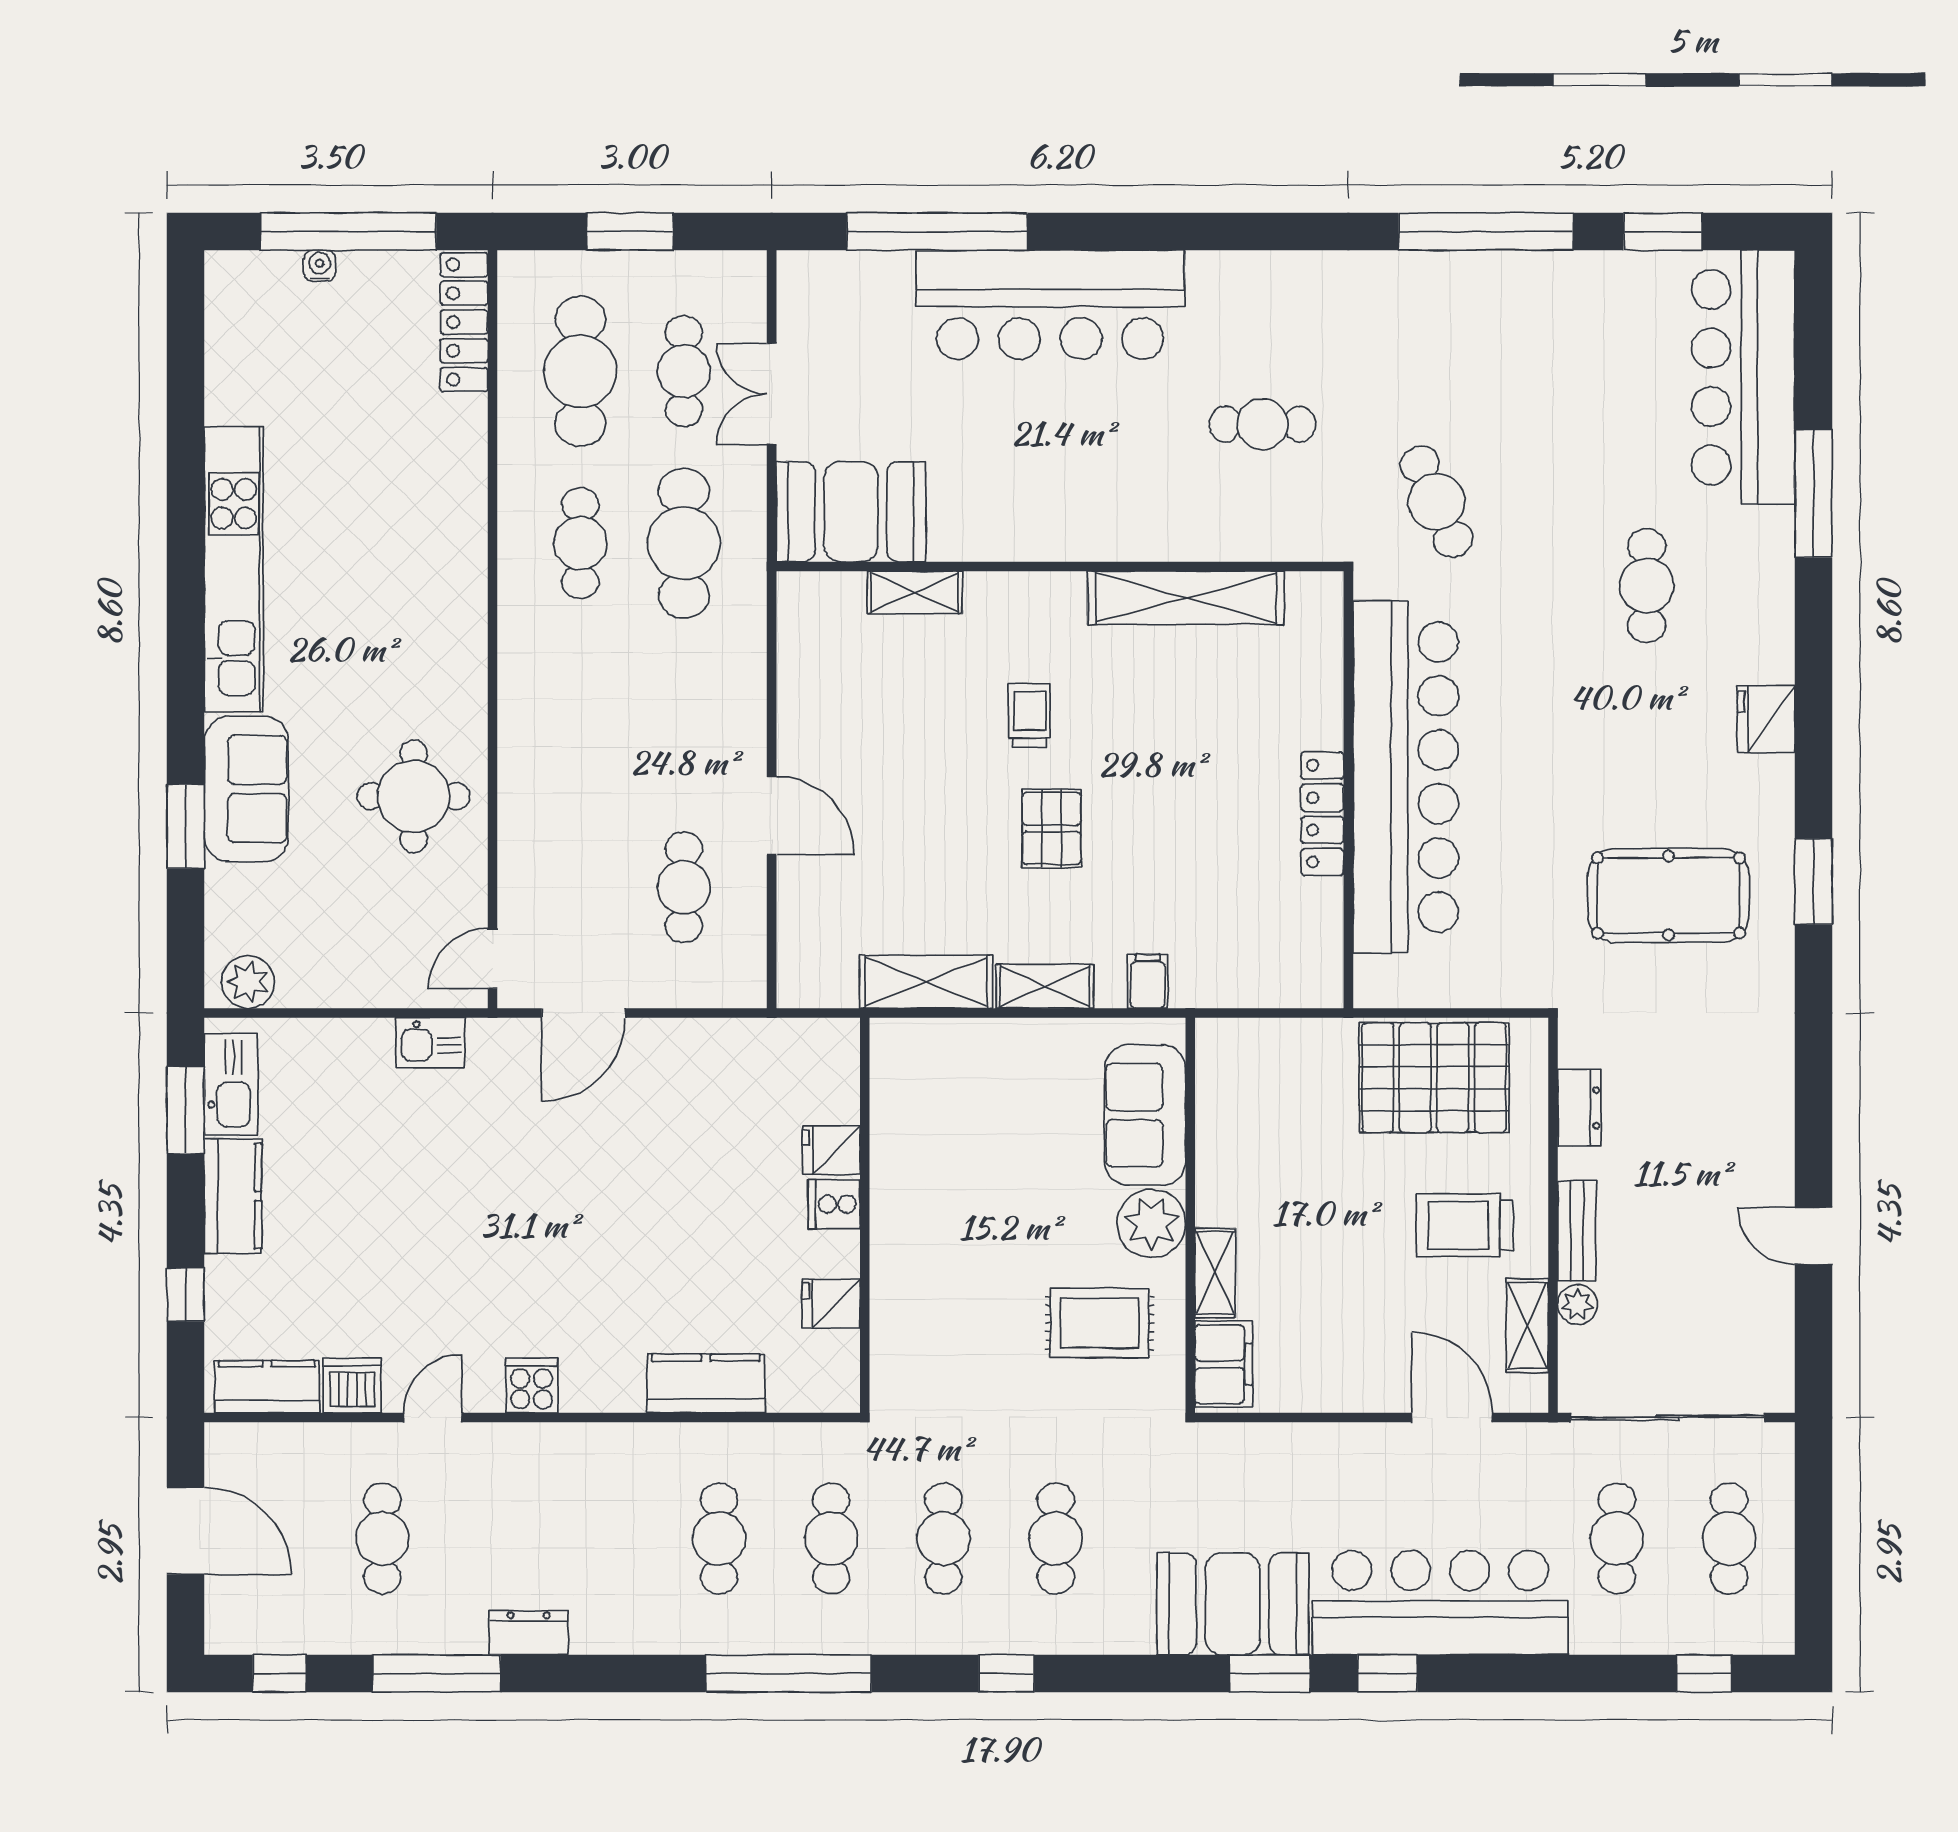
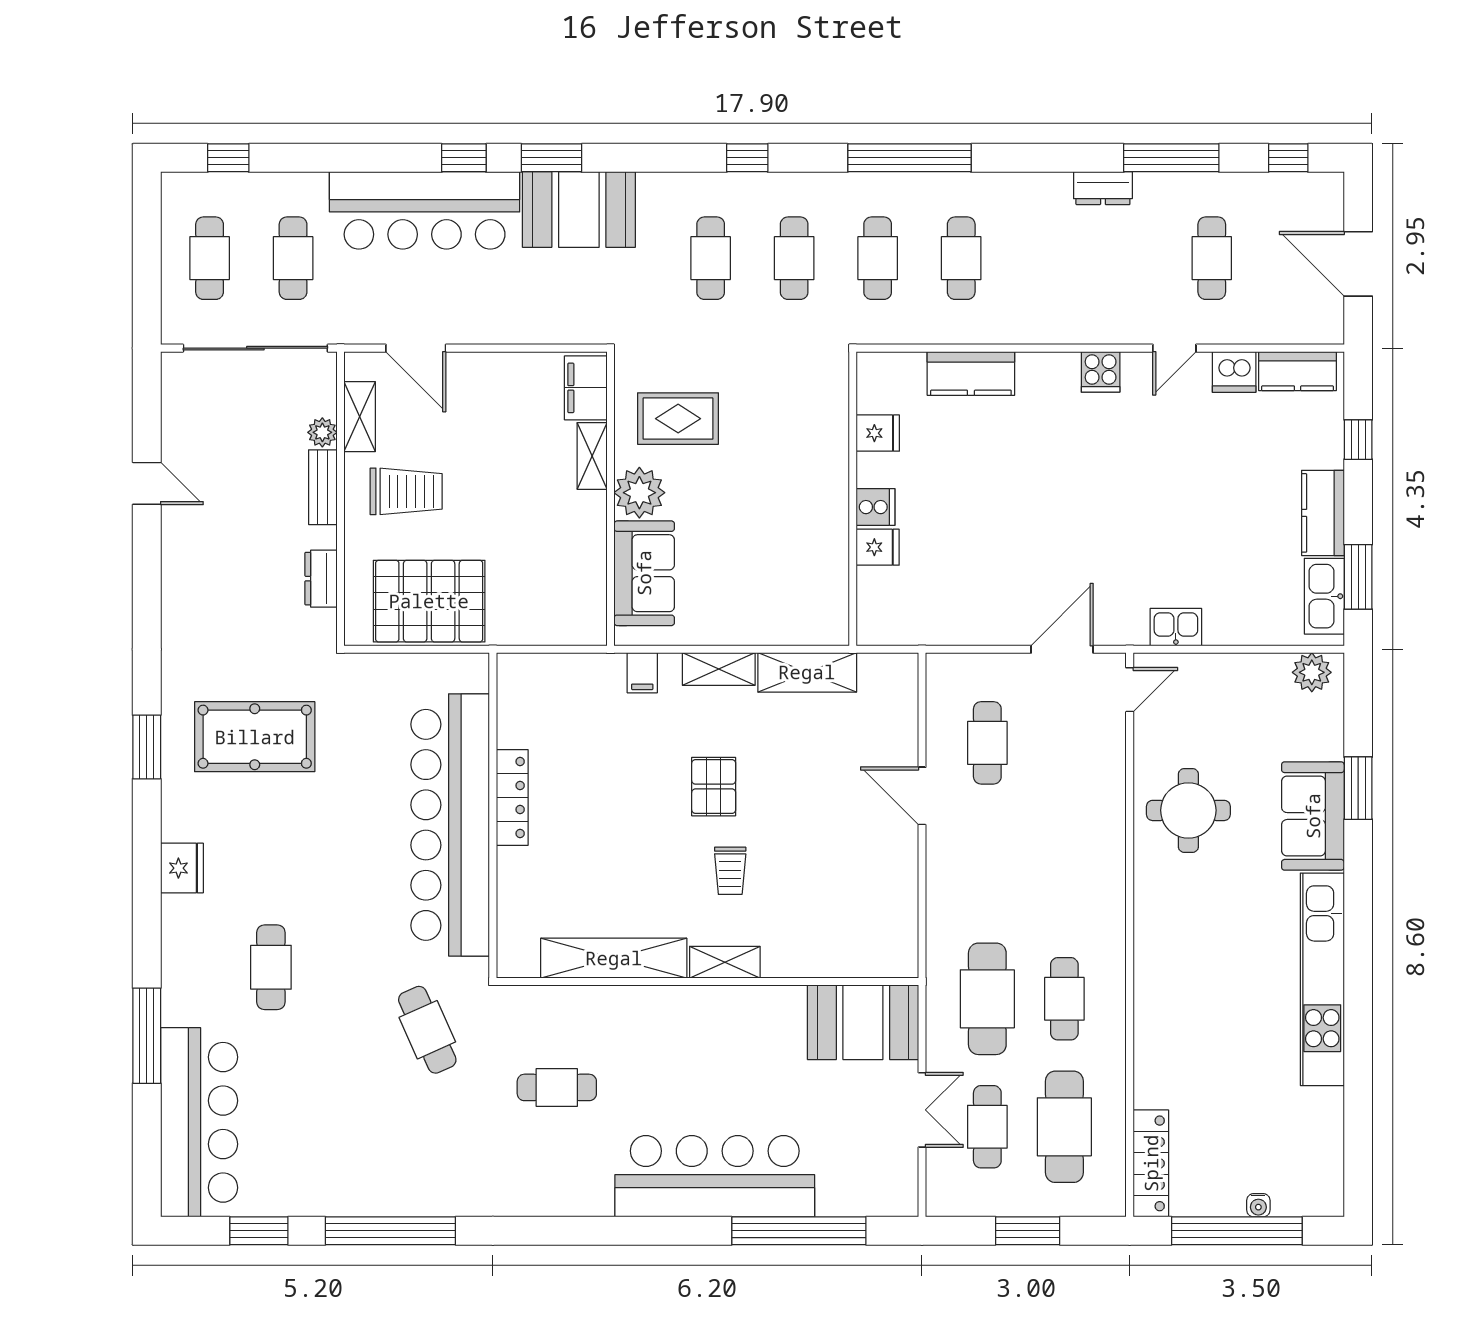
shelving: (915, 592) -> (725, 962), moved

